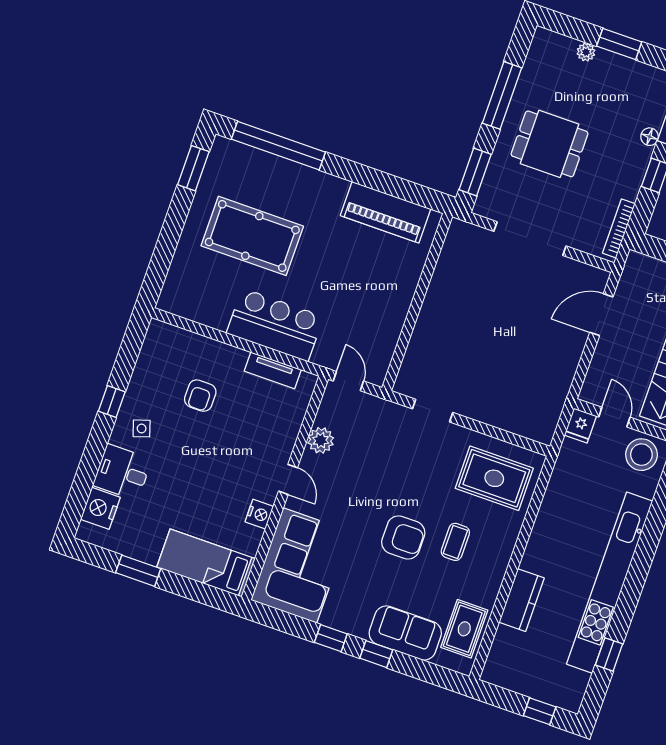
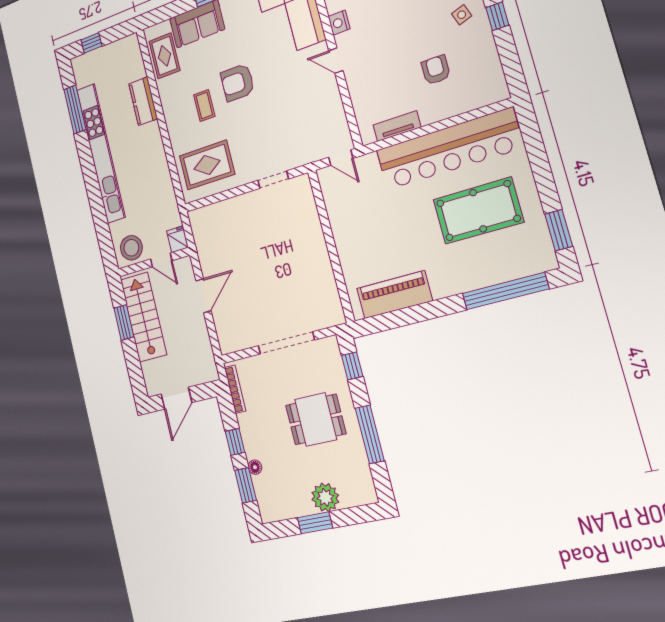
plant: (586, 52) -> (325, 497), width x1.88, depth x1.88
window: (475, 172) -> (352, 366), width x0.67
door: (601, 315) -> (203, 296), moved
bar counter: (275, 325) -> (449, 149), width x1.86
plant: (321, 440) -> (332, 104), removed
window: (609, 654) -> (75, 109), width x2.17

